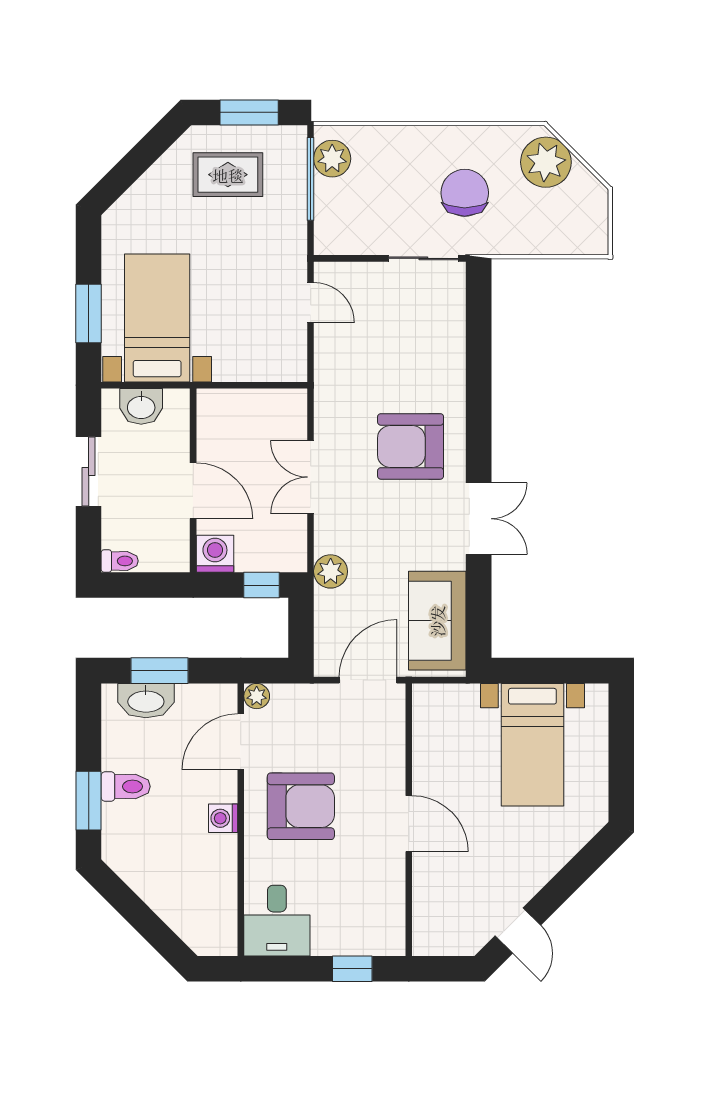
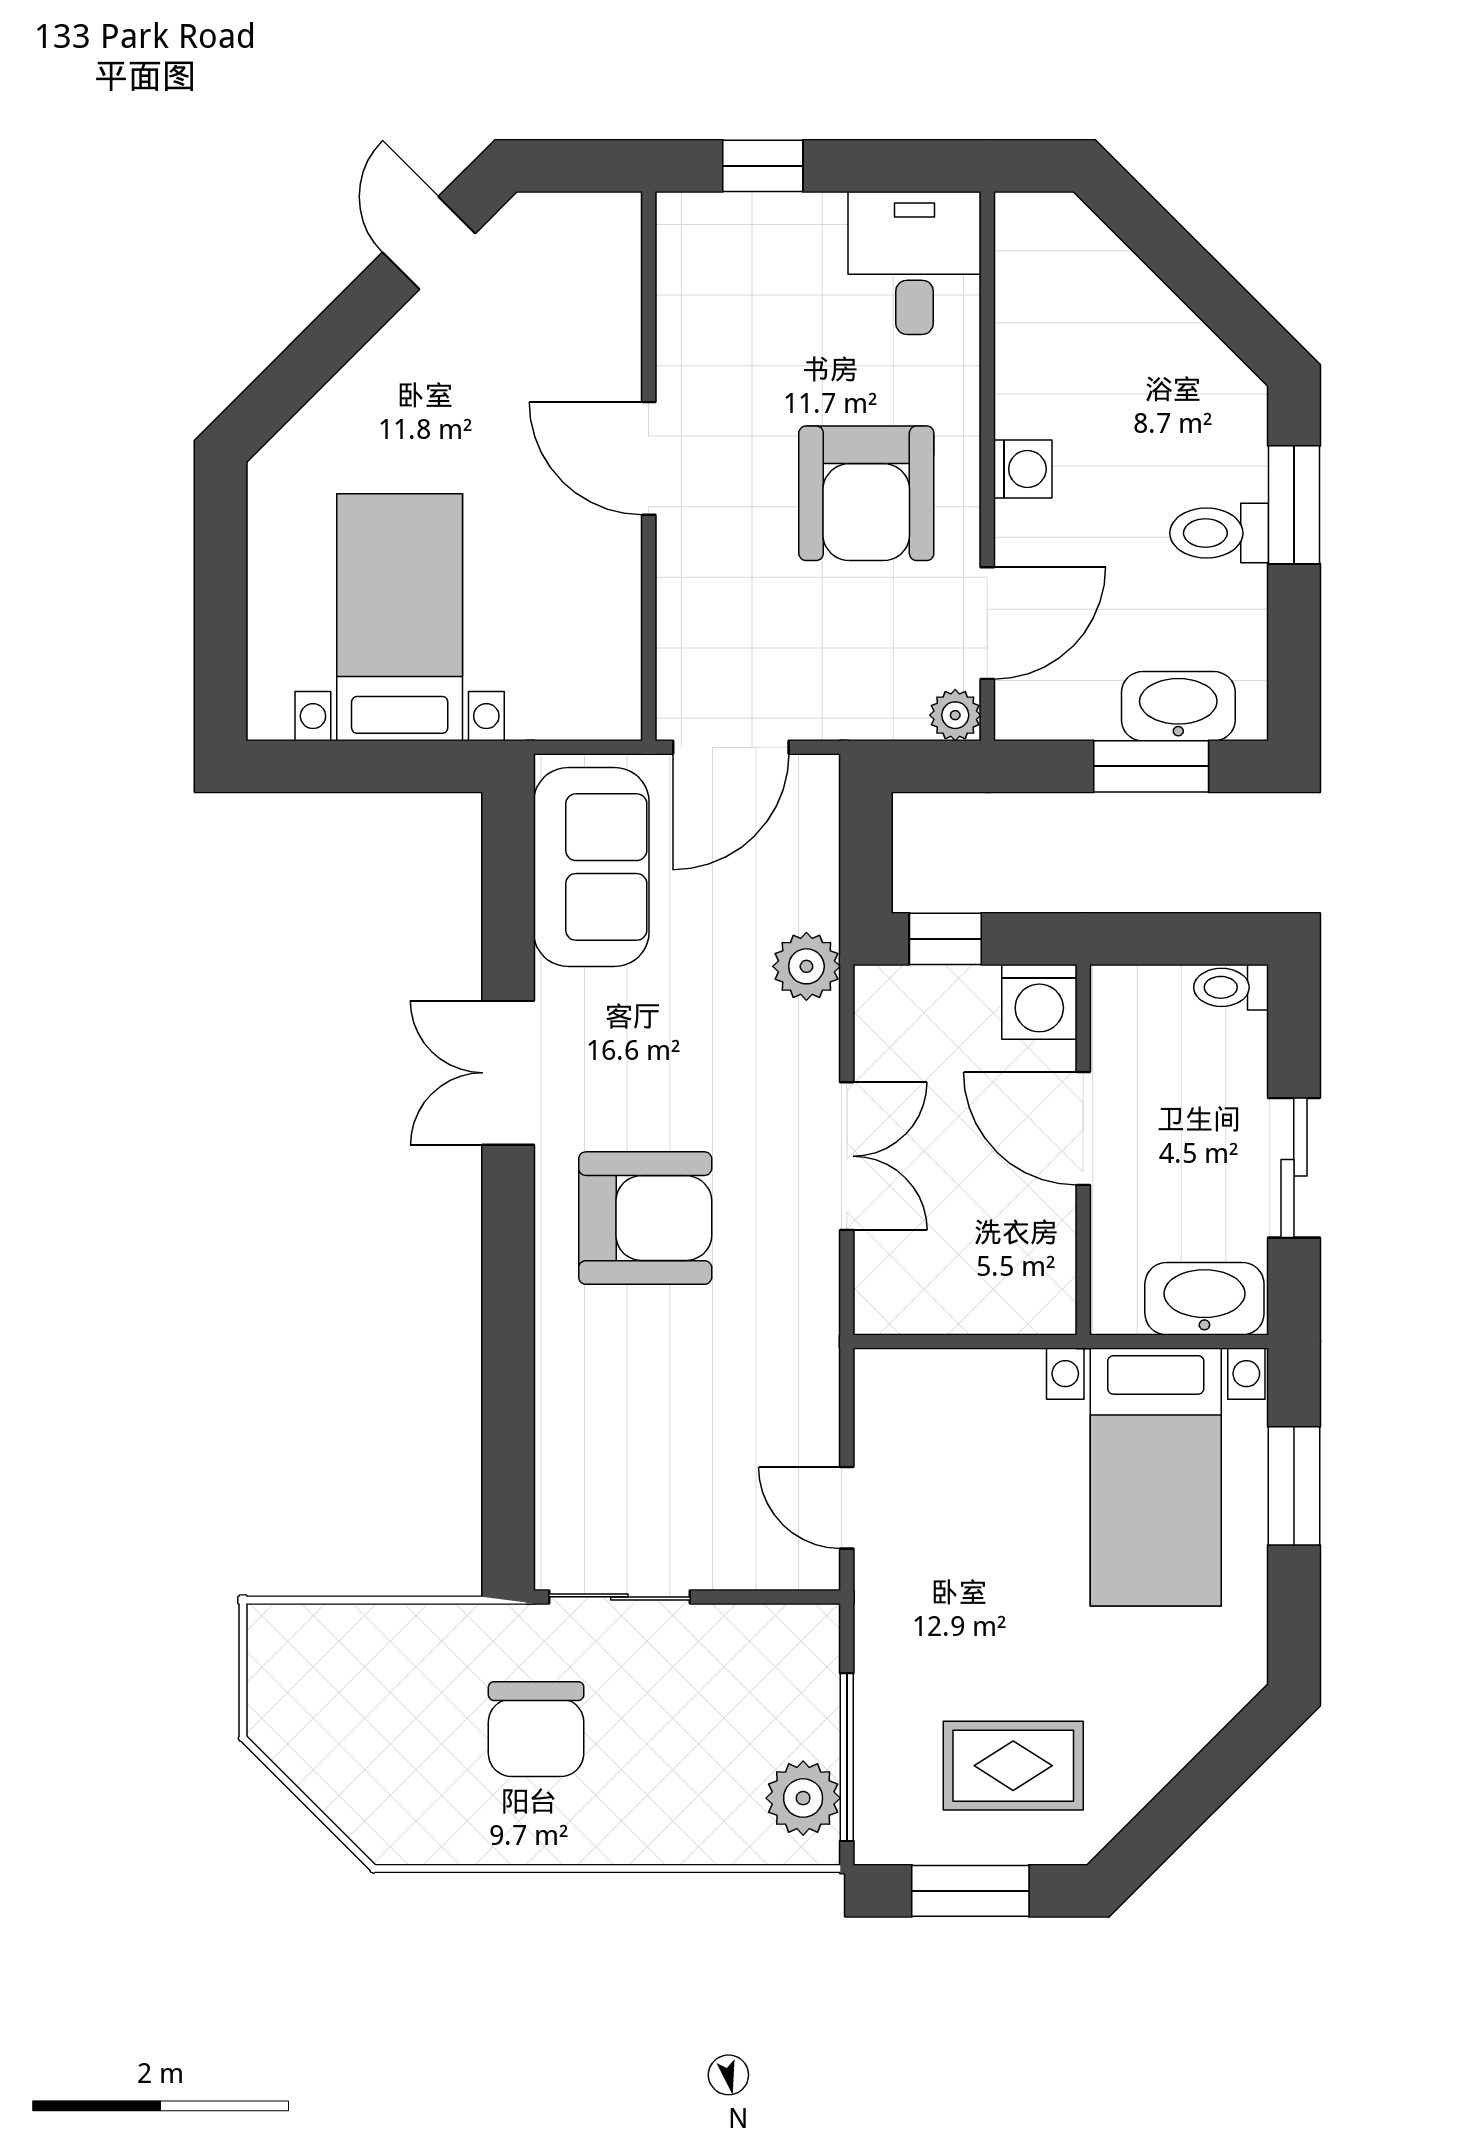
plant: (546, 162) -> (372, 1791), removed
washbasin: (141, 406) -> (1204, 1299), width x1.38
armchair: (301, 806) -> (866, 493), turned -90

